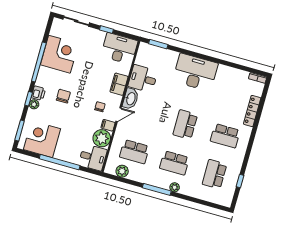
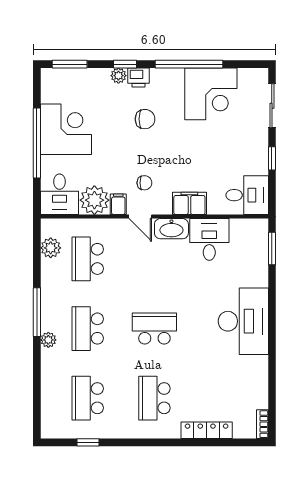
desk: (119, 48) -> (247, 195), width x0.73
corner desk: (42, 139) -> (66, 129), moved
school desk: (214, 174) -> (88, 398), turned -90

